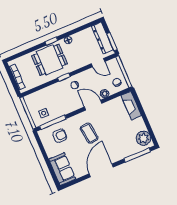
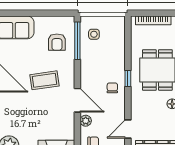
door: (93, 105) -> (77, 100), hinge flipped

